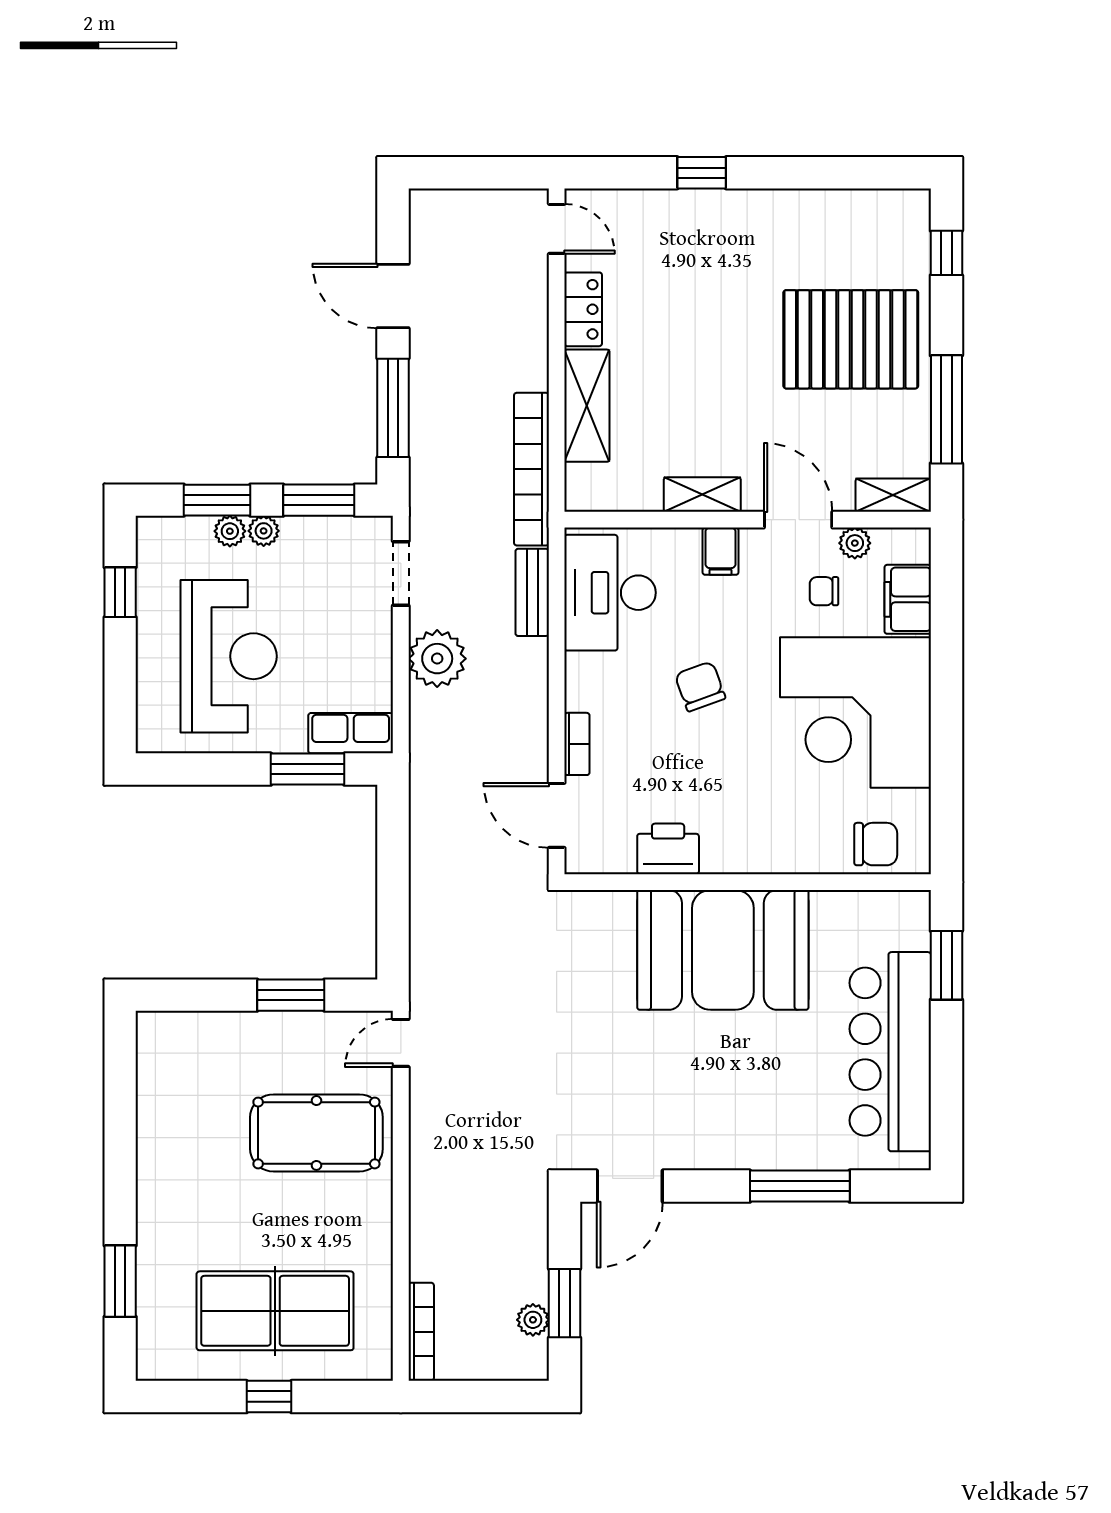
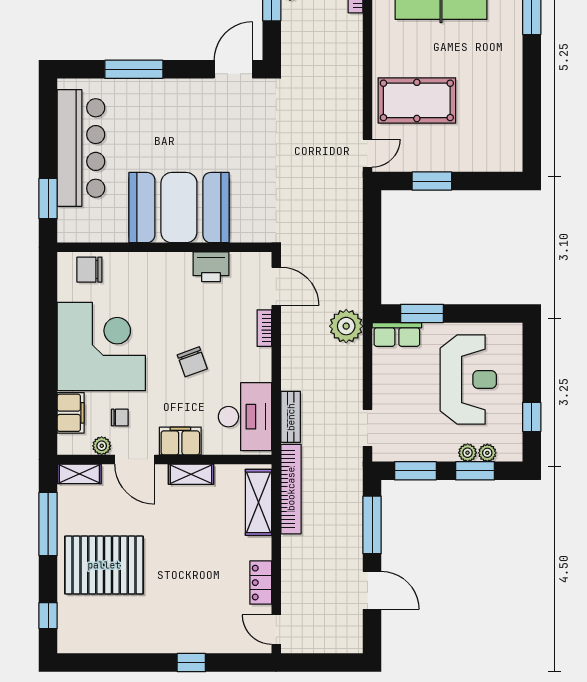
shelving: (587, 406) -> (258, 502), moved
plant: (264, 531) -> (487, 453), moved
filing cabinet: (721, 551) -> (180, 441), width x2.00
reception desk: (229, 656) -> (468, 379), turned 180
plant: (437, 659) -> (346, 326), moved

